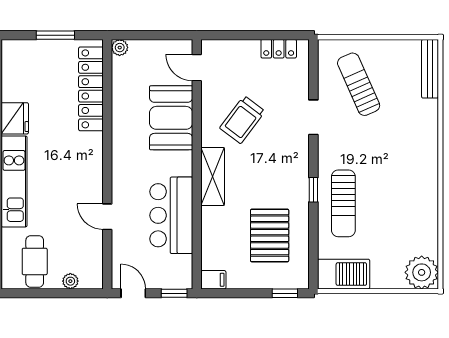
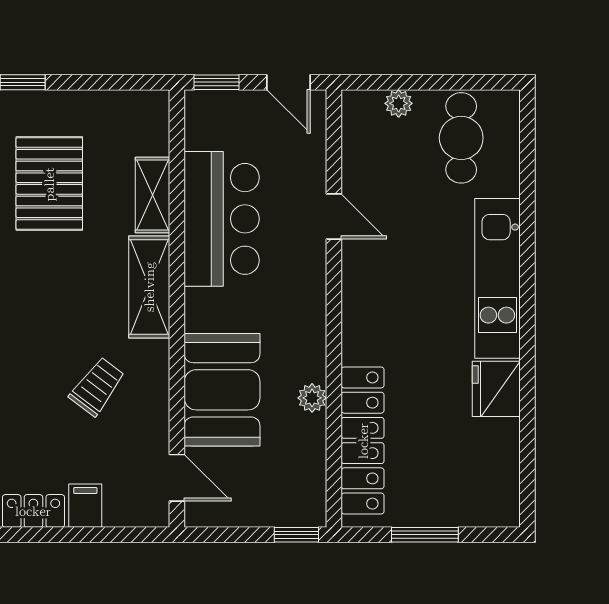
window: (129, 35) -> (296, 535), added
plant: (120, 48) -> (312, 398), moved
trolley: (242, 120) -> (97, 387), width x0.73, depth x0.72
shelving: (211, 229) -> (153, 195), added
filing cabinet: (213, 280) -> (85, 506), moved, turned 90

